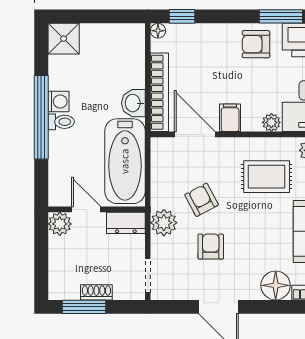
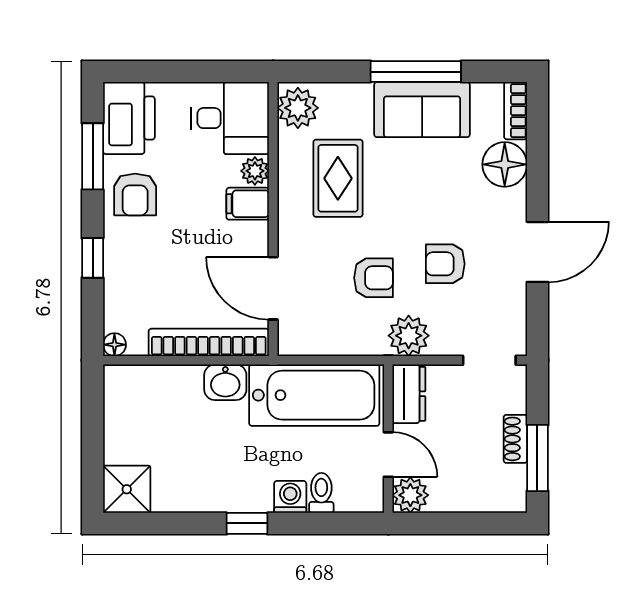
window: (182, 16) -> (93, 258), moved
washing machine: (59, 101) -> (290, 497), moved
window: (41, 117) -> (247, 523), width x0.32
filing cabinet: (230, 118) -> (248, 204), moved
toilet: (61, 122) -> (321, 493), moved
door: (195, 134) -> (273, 288), hinge flipped
armchair: (202, 200) -> (374, 278), turned -152
door: (86, 209) -> (388, 455), swing flipped

